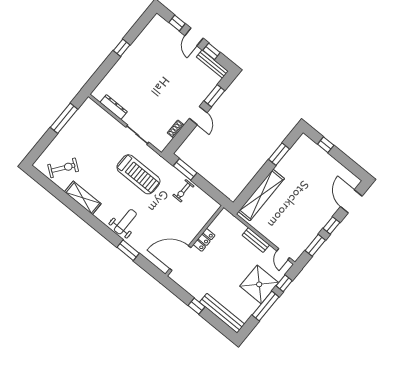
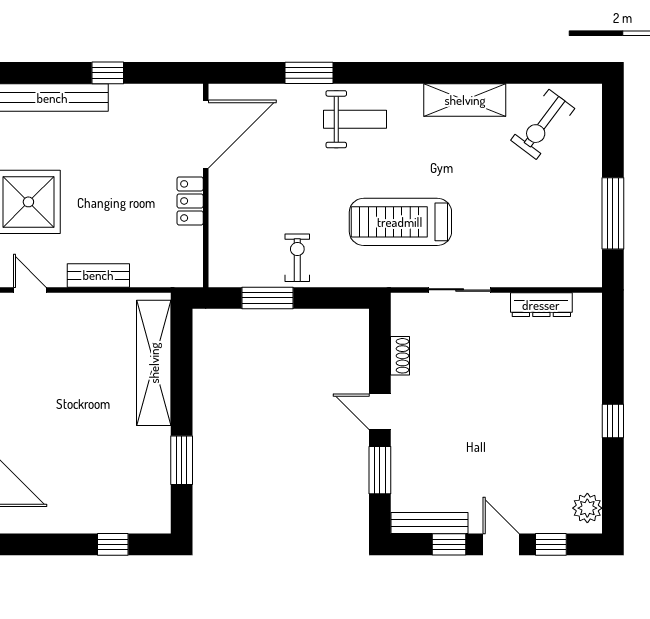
plant: (155, 25) -> (587, 508), added
window: (185, 169) -> (267, 298), moved
weight bench: (125, 222) -> (355, 119), turned -90

